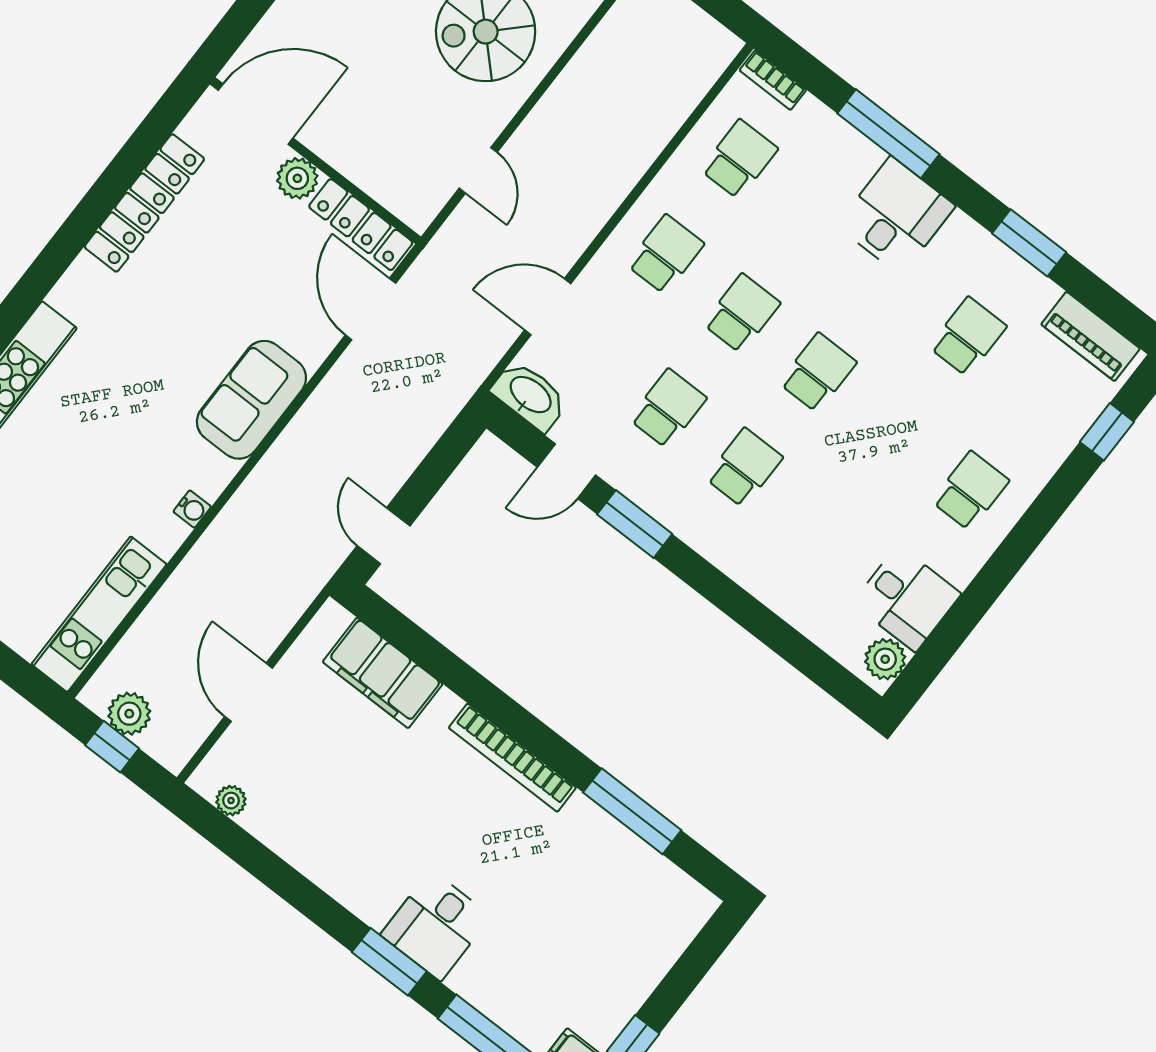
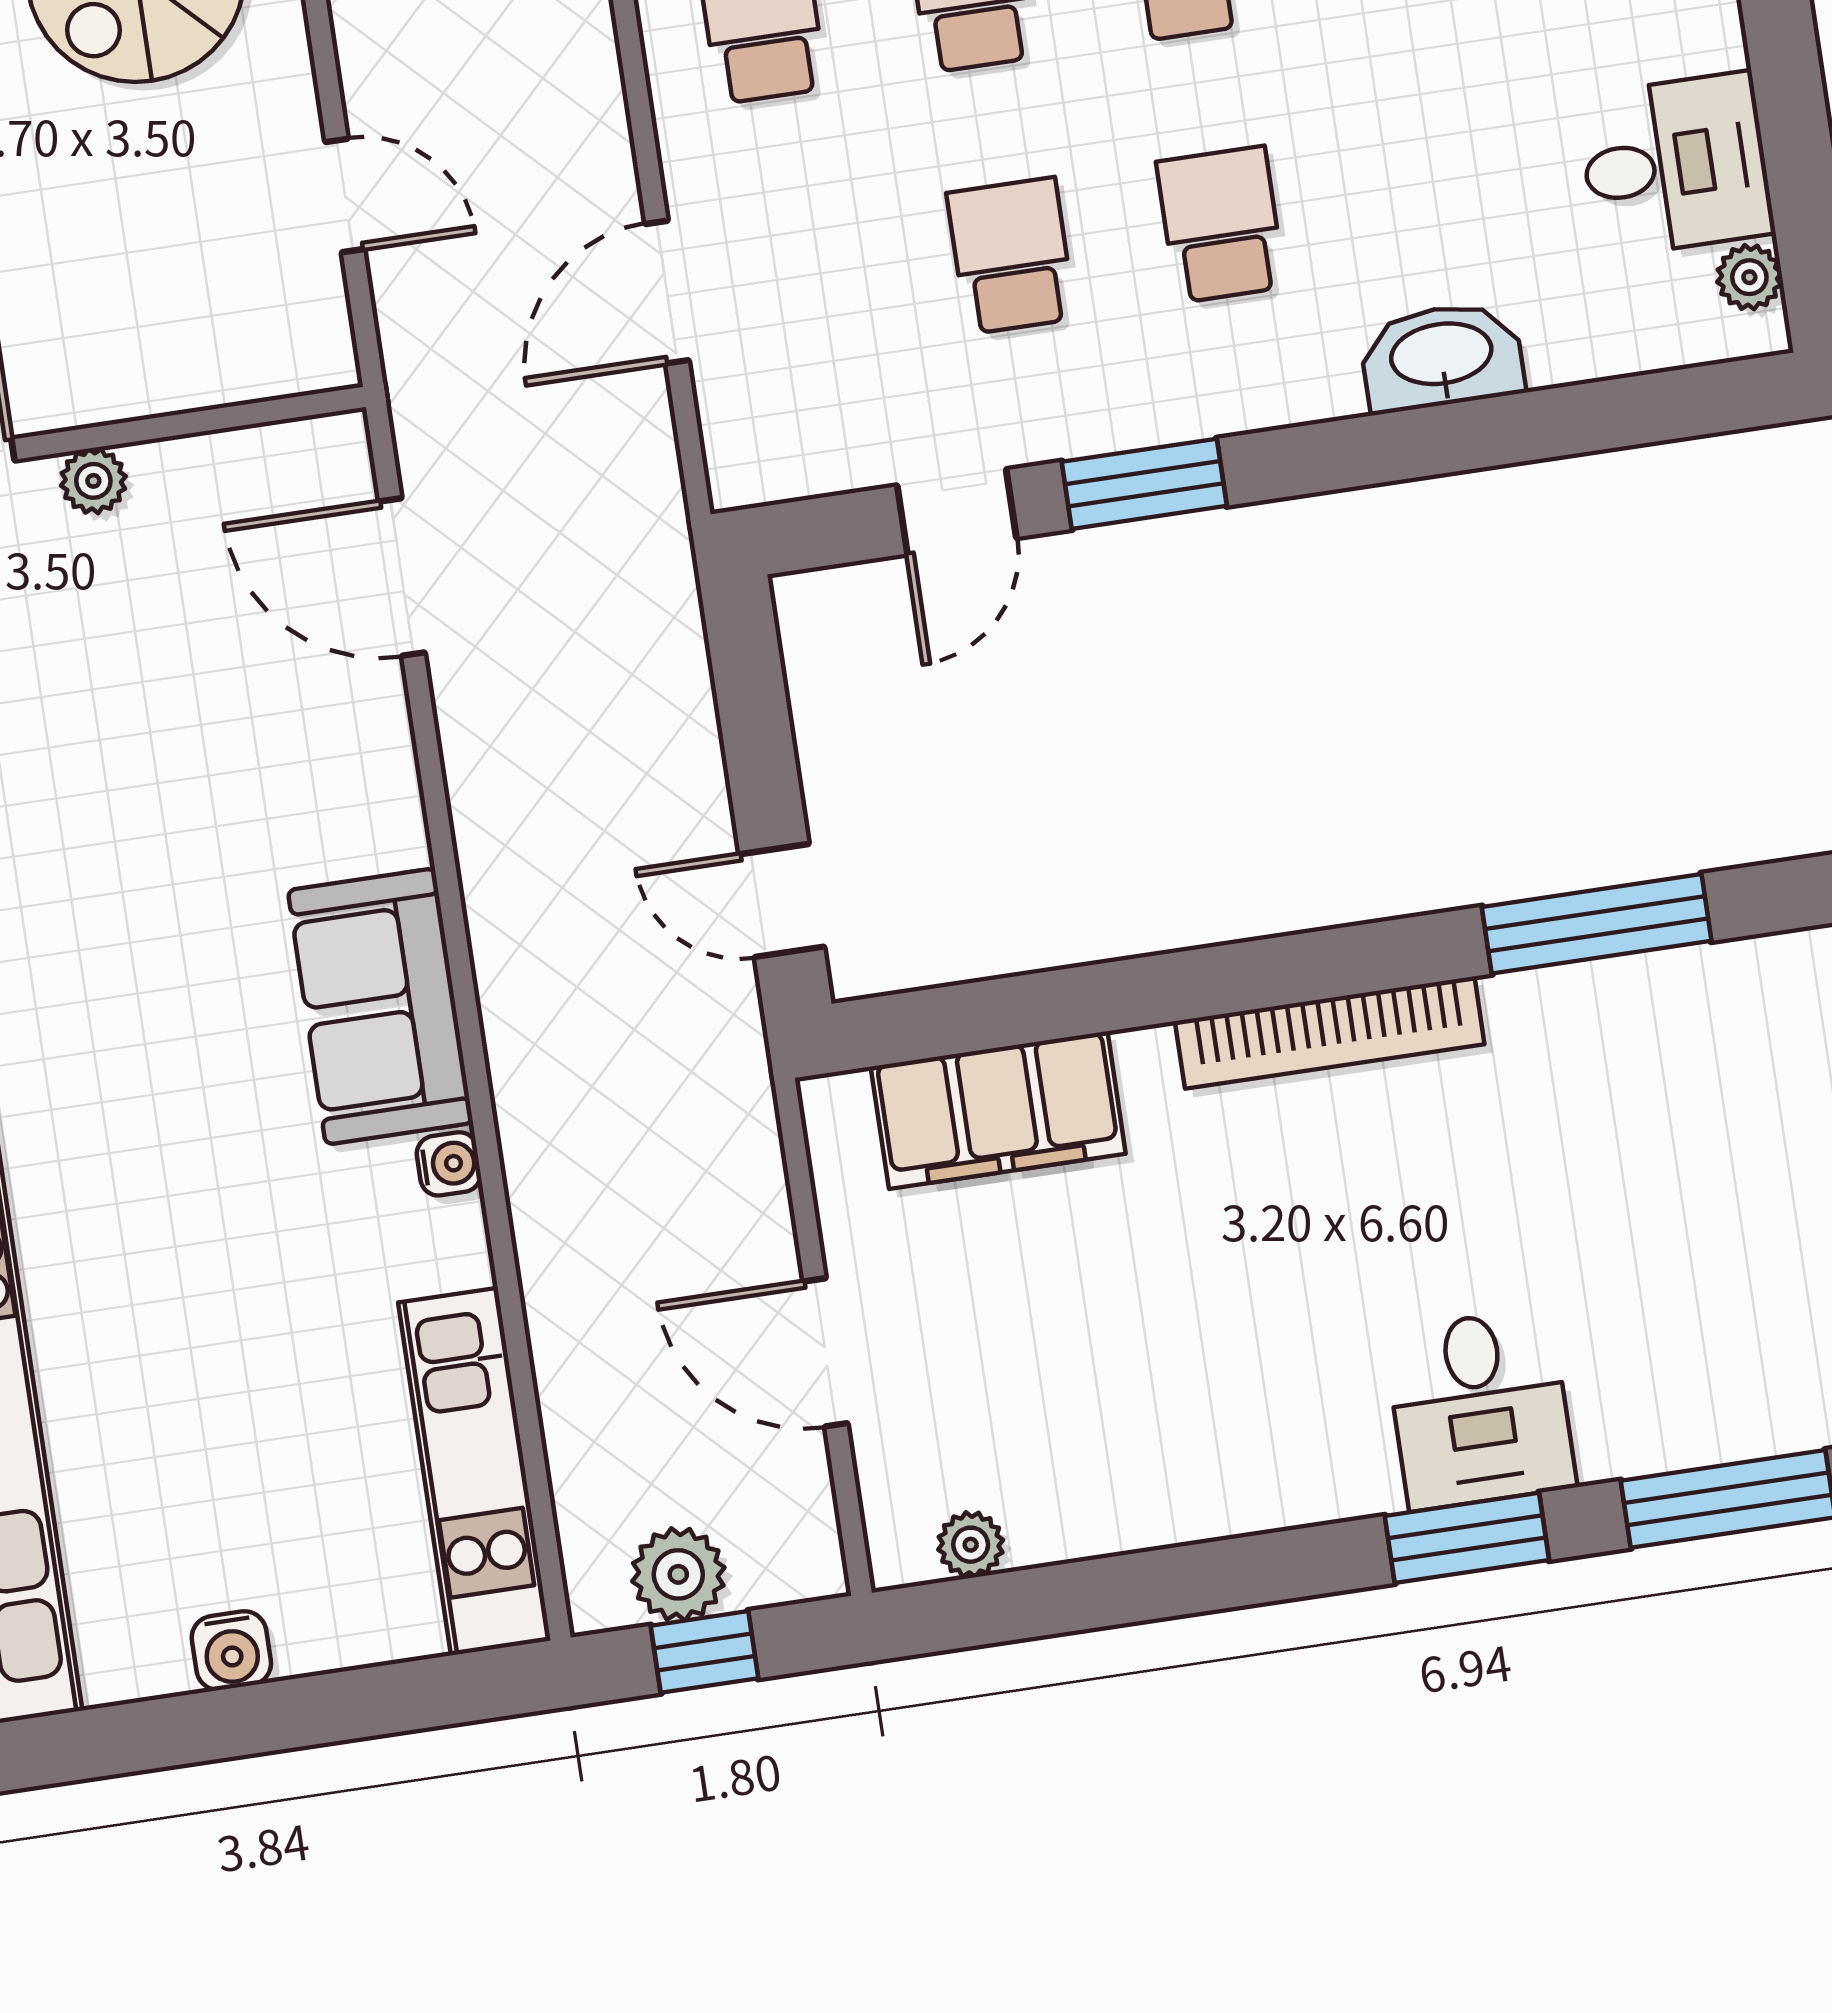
plant: (297, 178) -> (93, 481), width x0.73, depth x0.73
locker: (361, 225) -> (253, 464), removed
washbasin: (530, 396) -> (1442, 357), moved
sofa: (251, 400) -> (380, 1006), moved
plant: (885, 659) -> (1749, 277), width x0.73, depth x0.73

